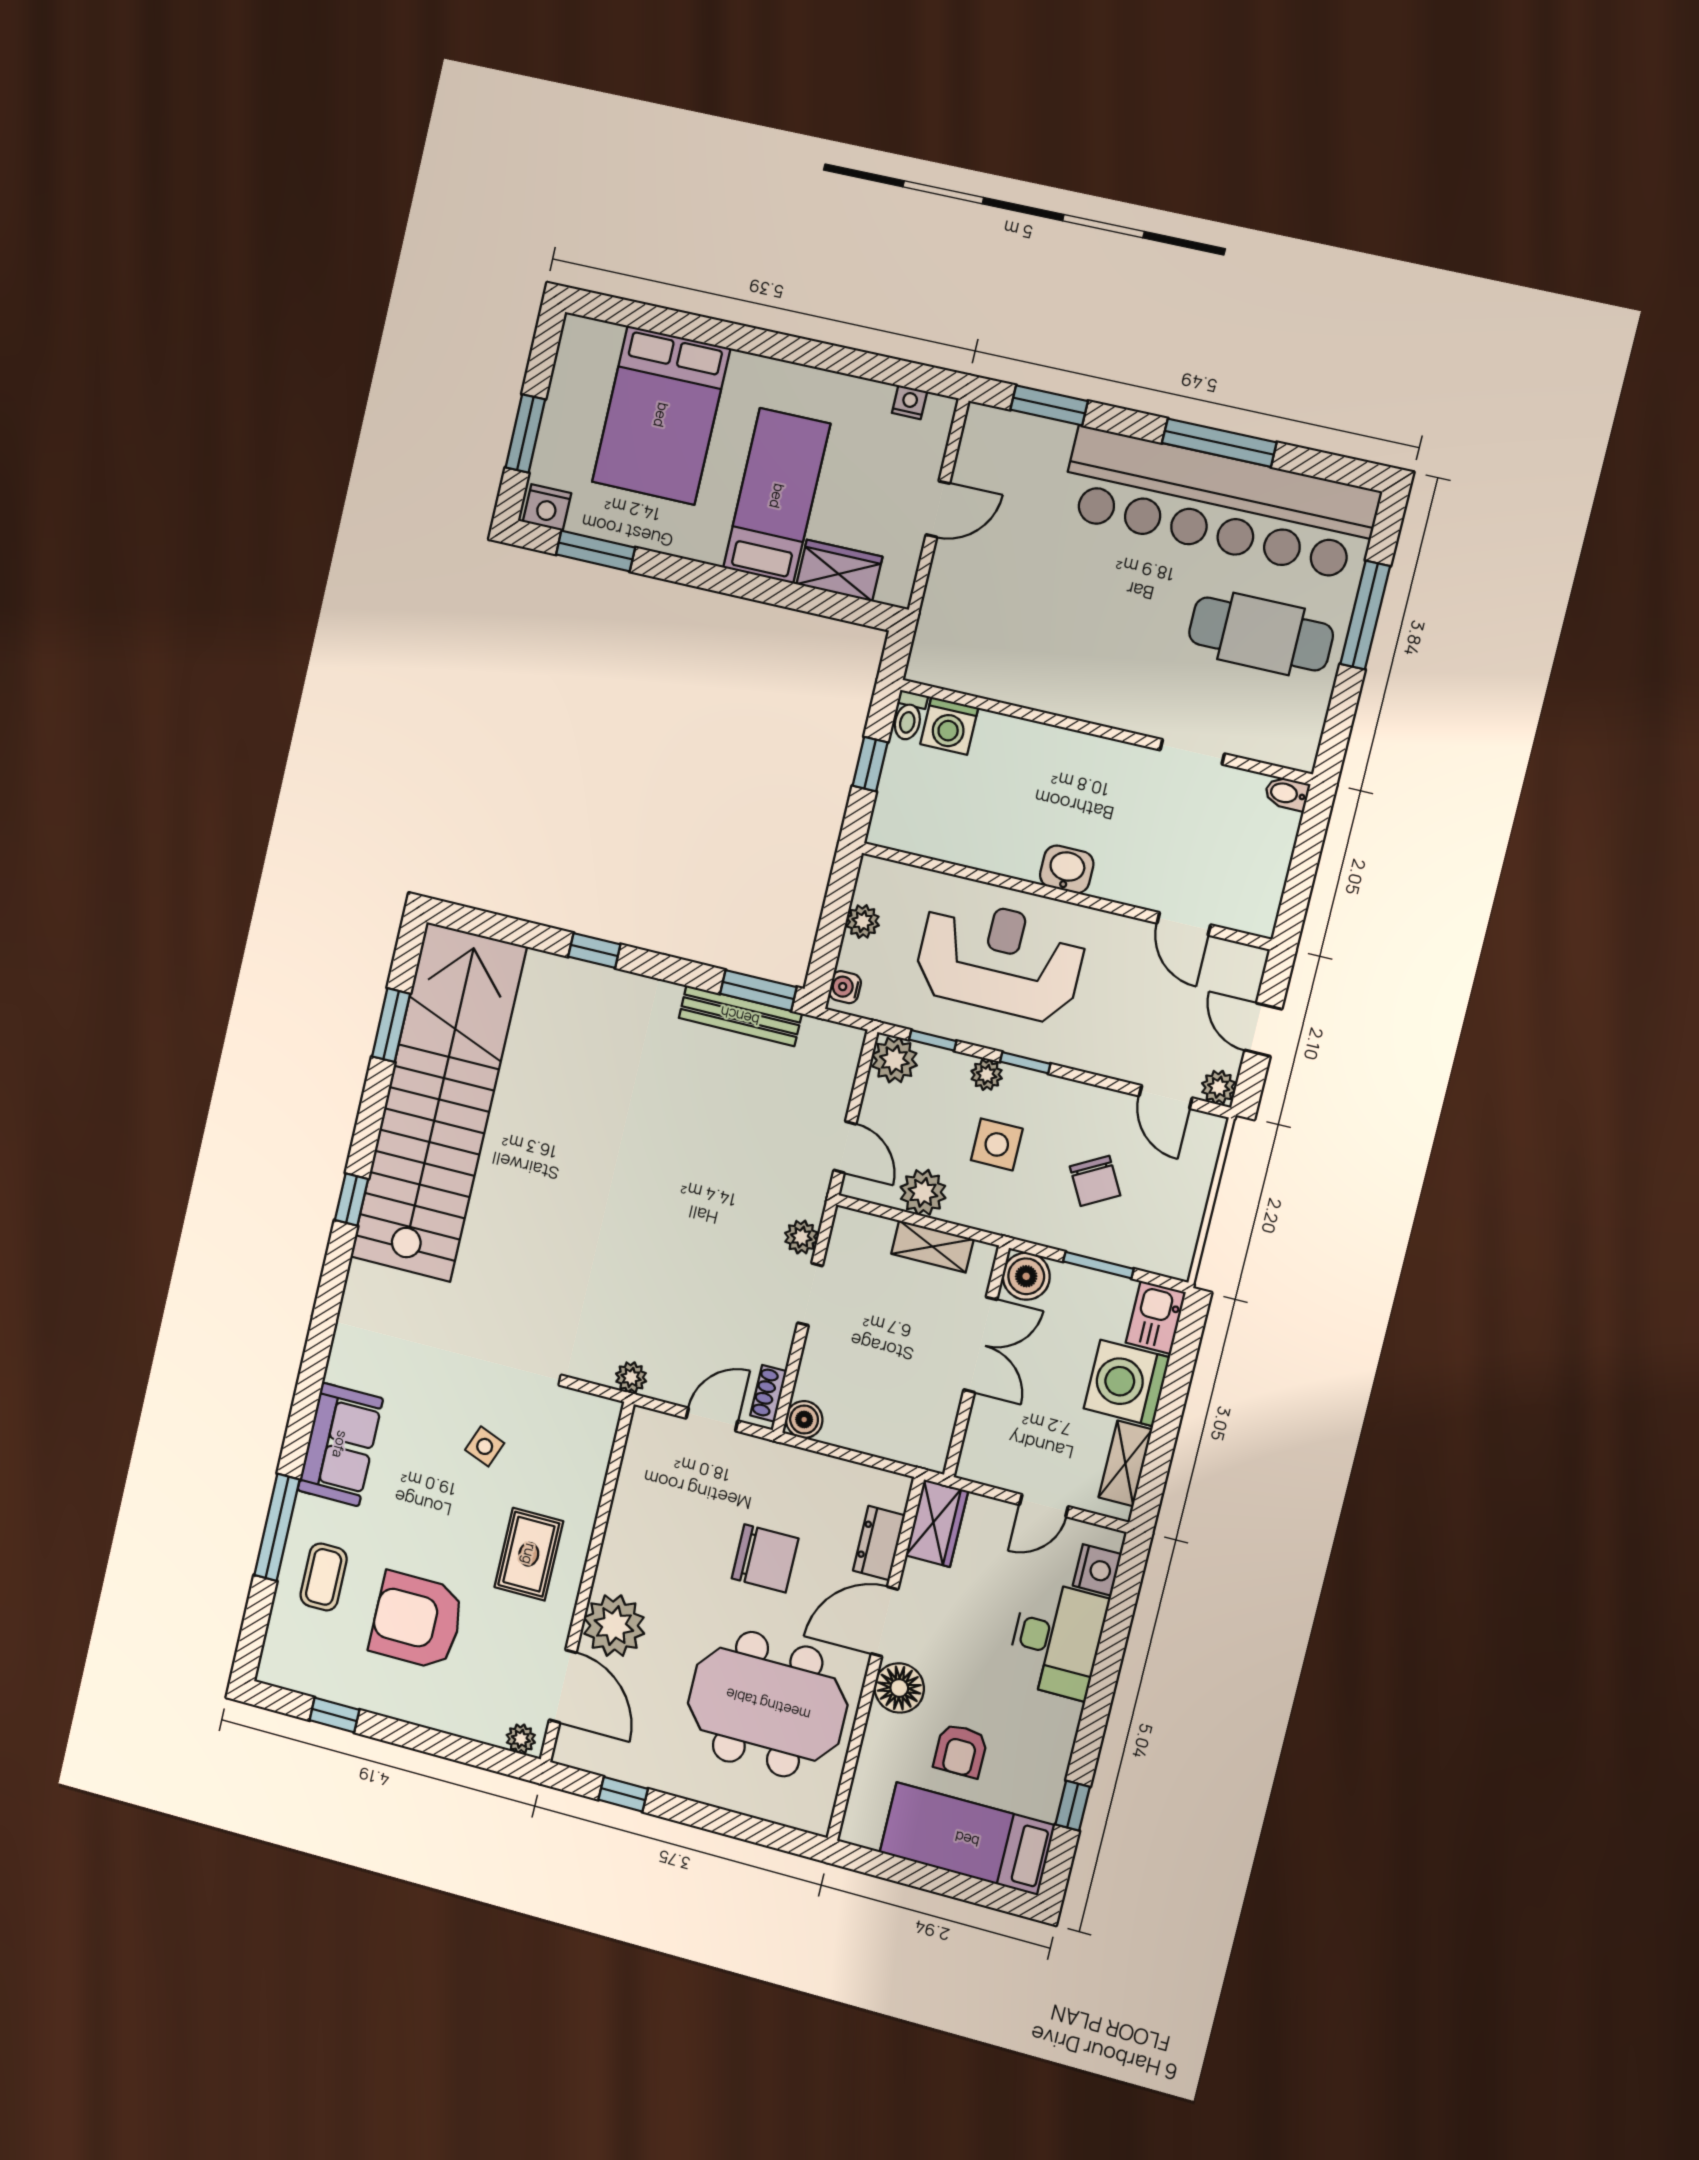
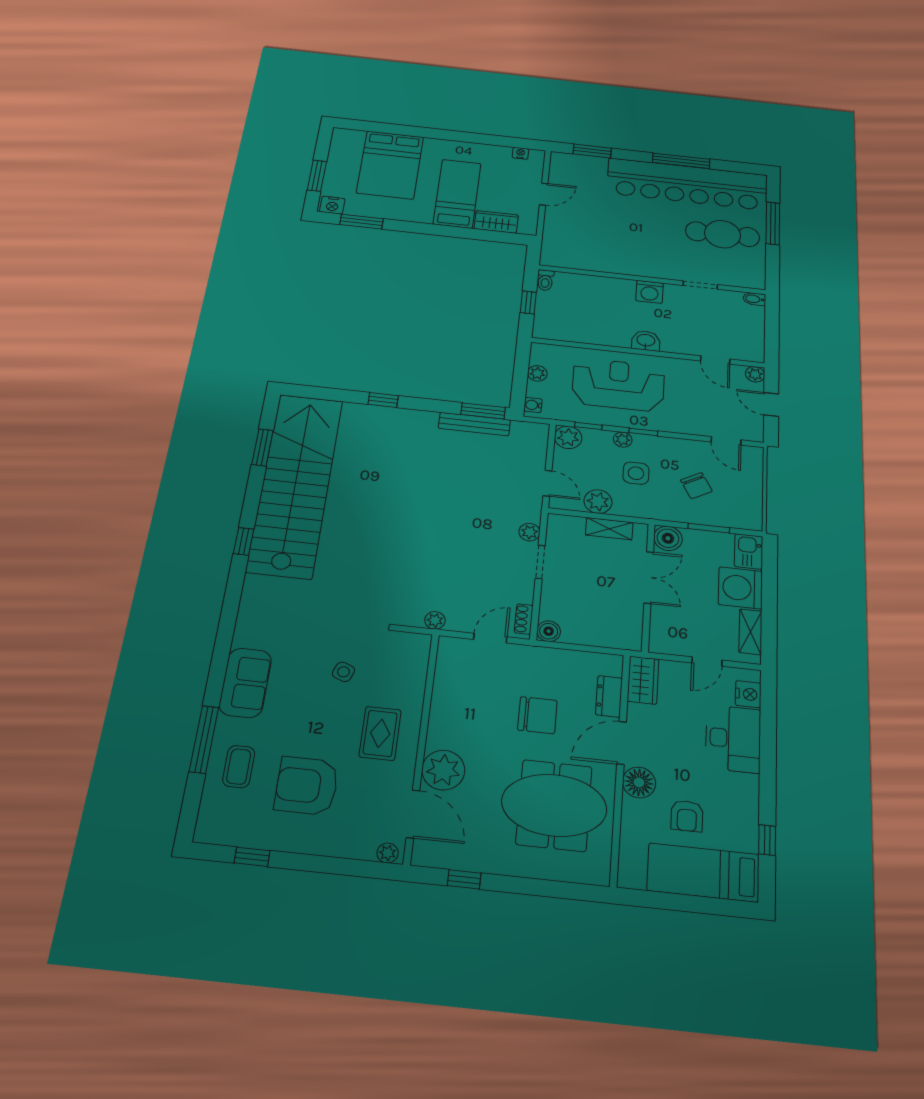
washing machine: (949, 726) -> (650, 292), moved
plant: (1219, 1087) -> (755, 374), moved

